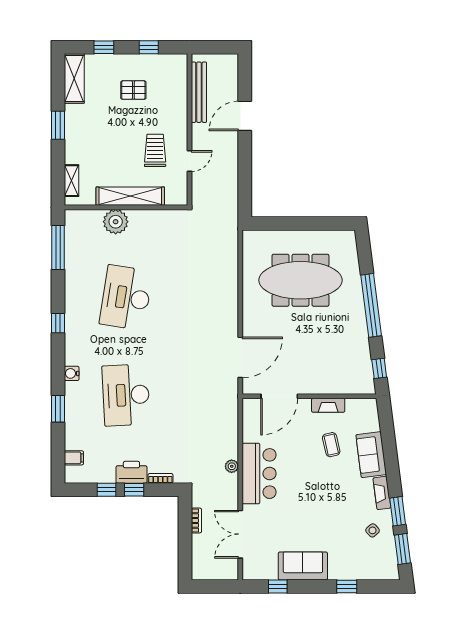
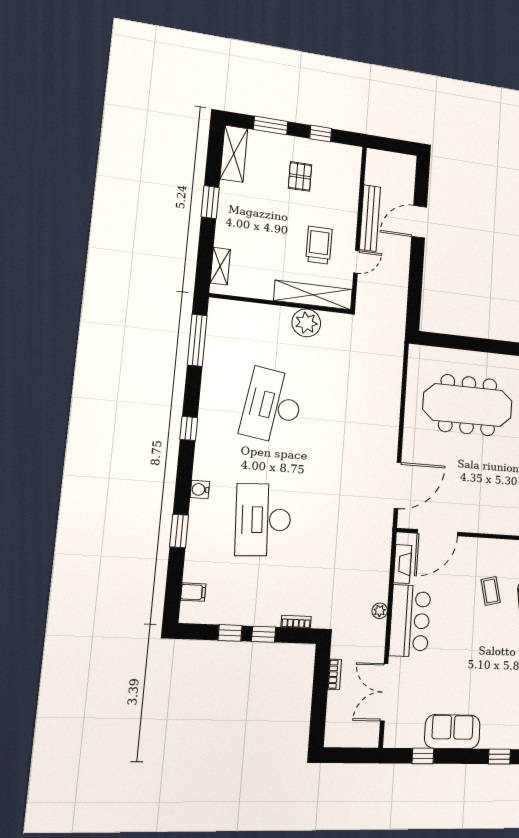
window: (104, 47) -> (271, 125), width x1.50
pallet: (133, 90) -> (300, 176), turned 90
bench: (199, 92) -> (370, 218), moved
shelving: (130, 196) -> (313, 295), moved
plant: (116, 222) -> (306, 323), moved
fireplace: (328, 405) -> (403, 564), moved, turned -90
printer: (131, 472) -> (262, 613), removed

